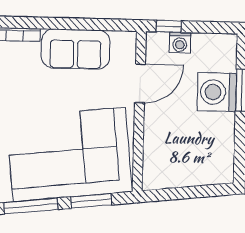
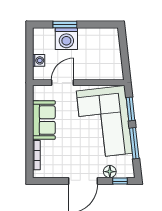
window: (169, 26) -> (29, 67), removed
door: (140, 83) -> (63, 83), hinge flipped

